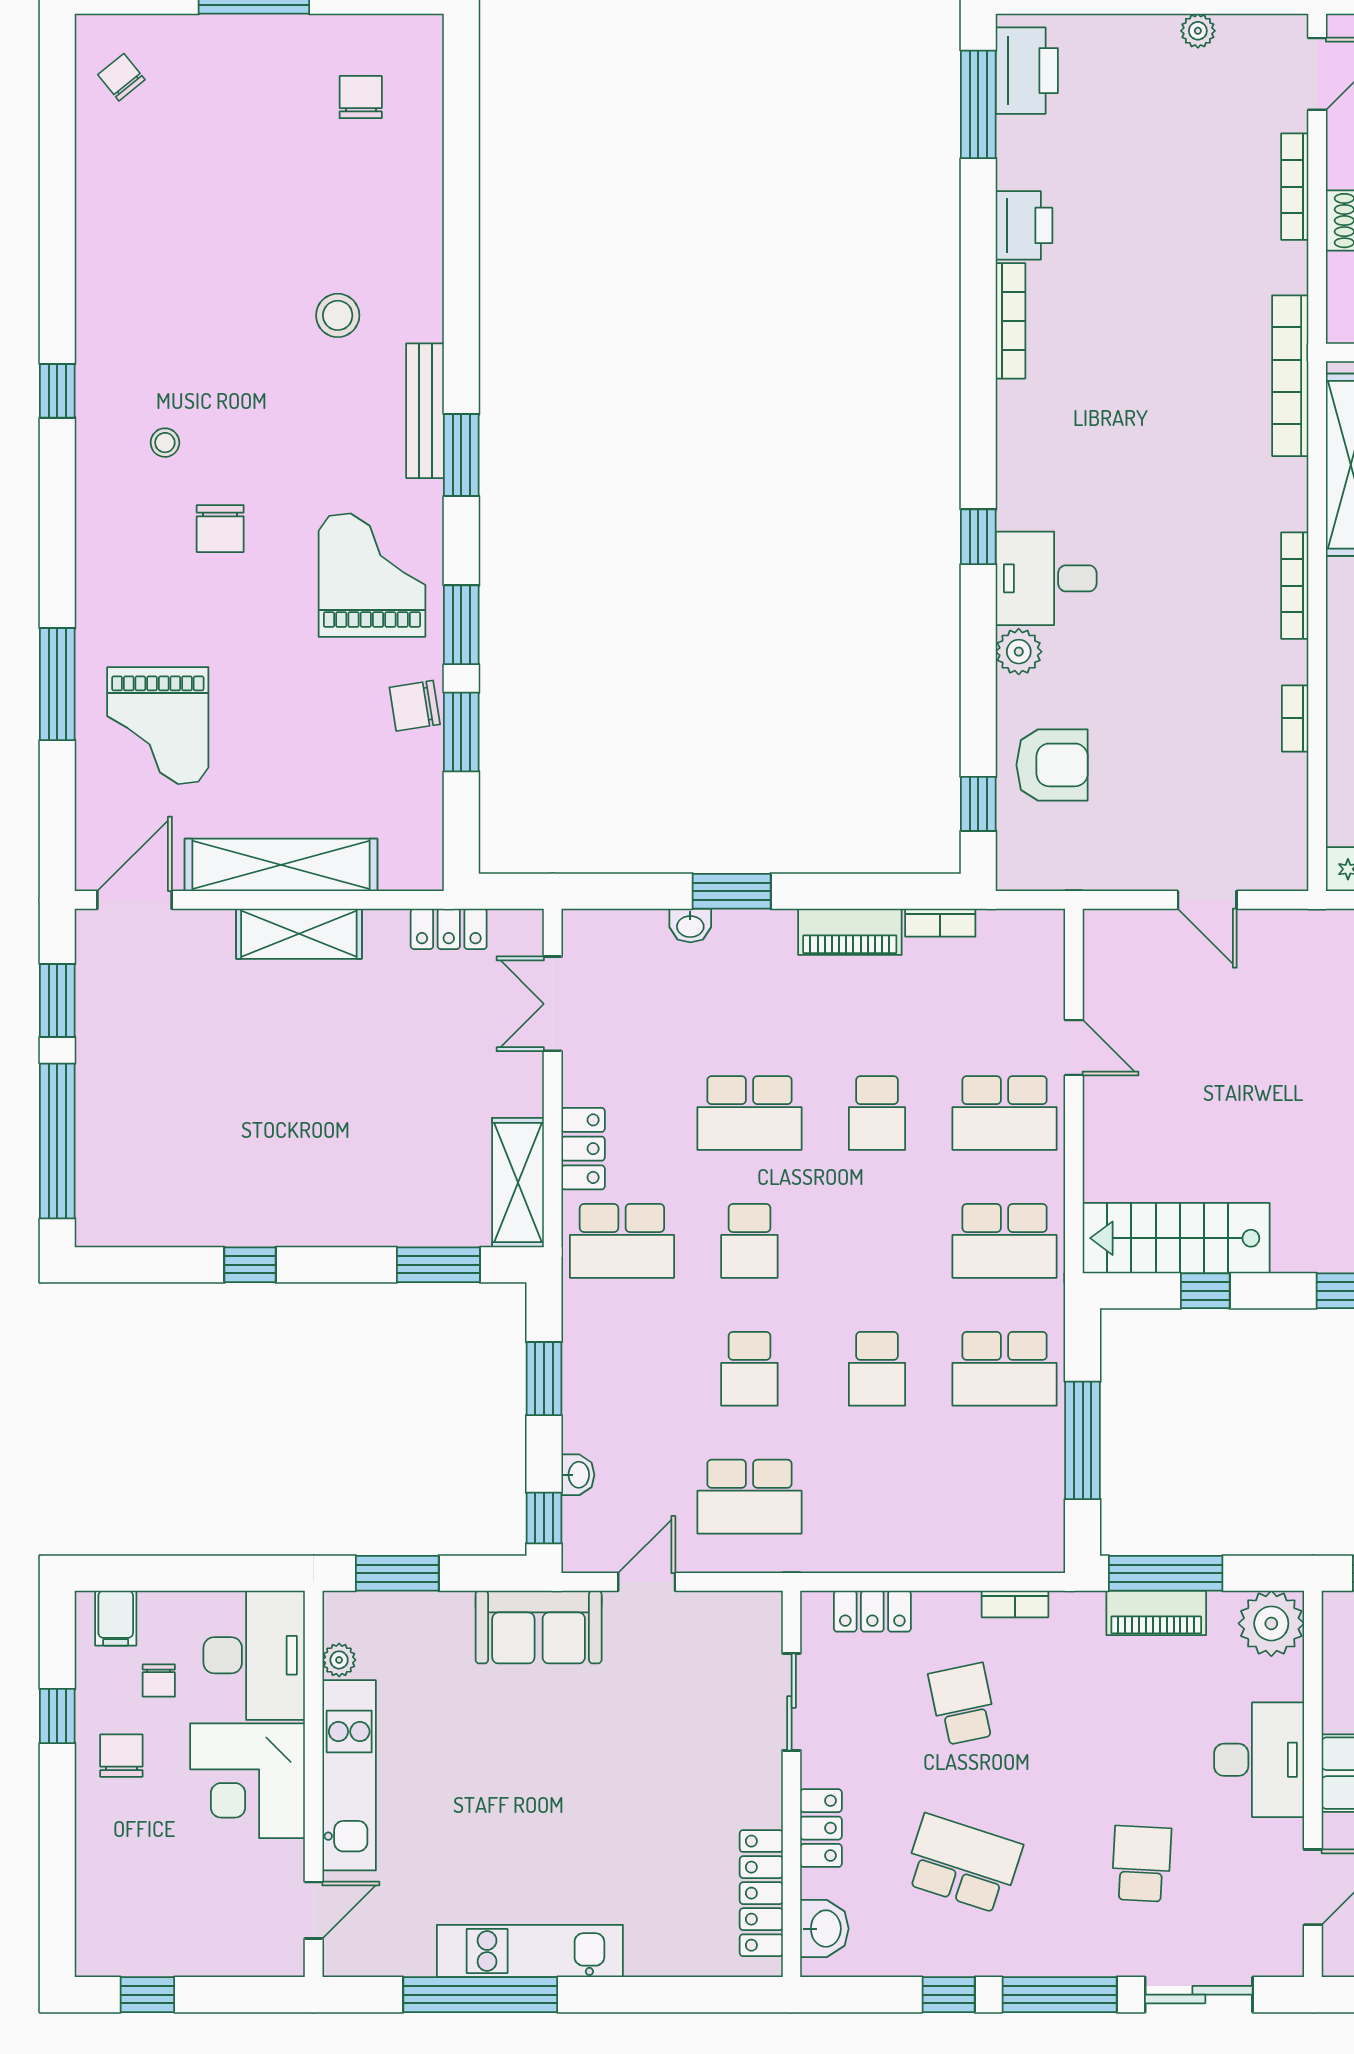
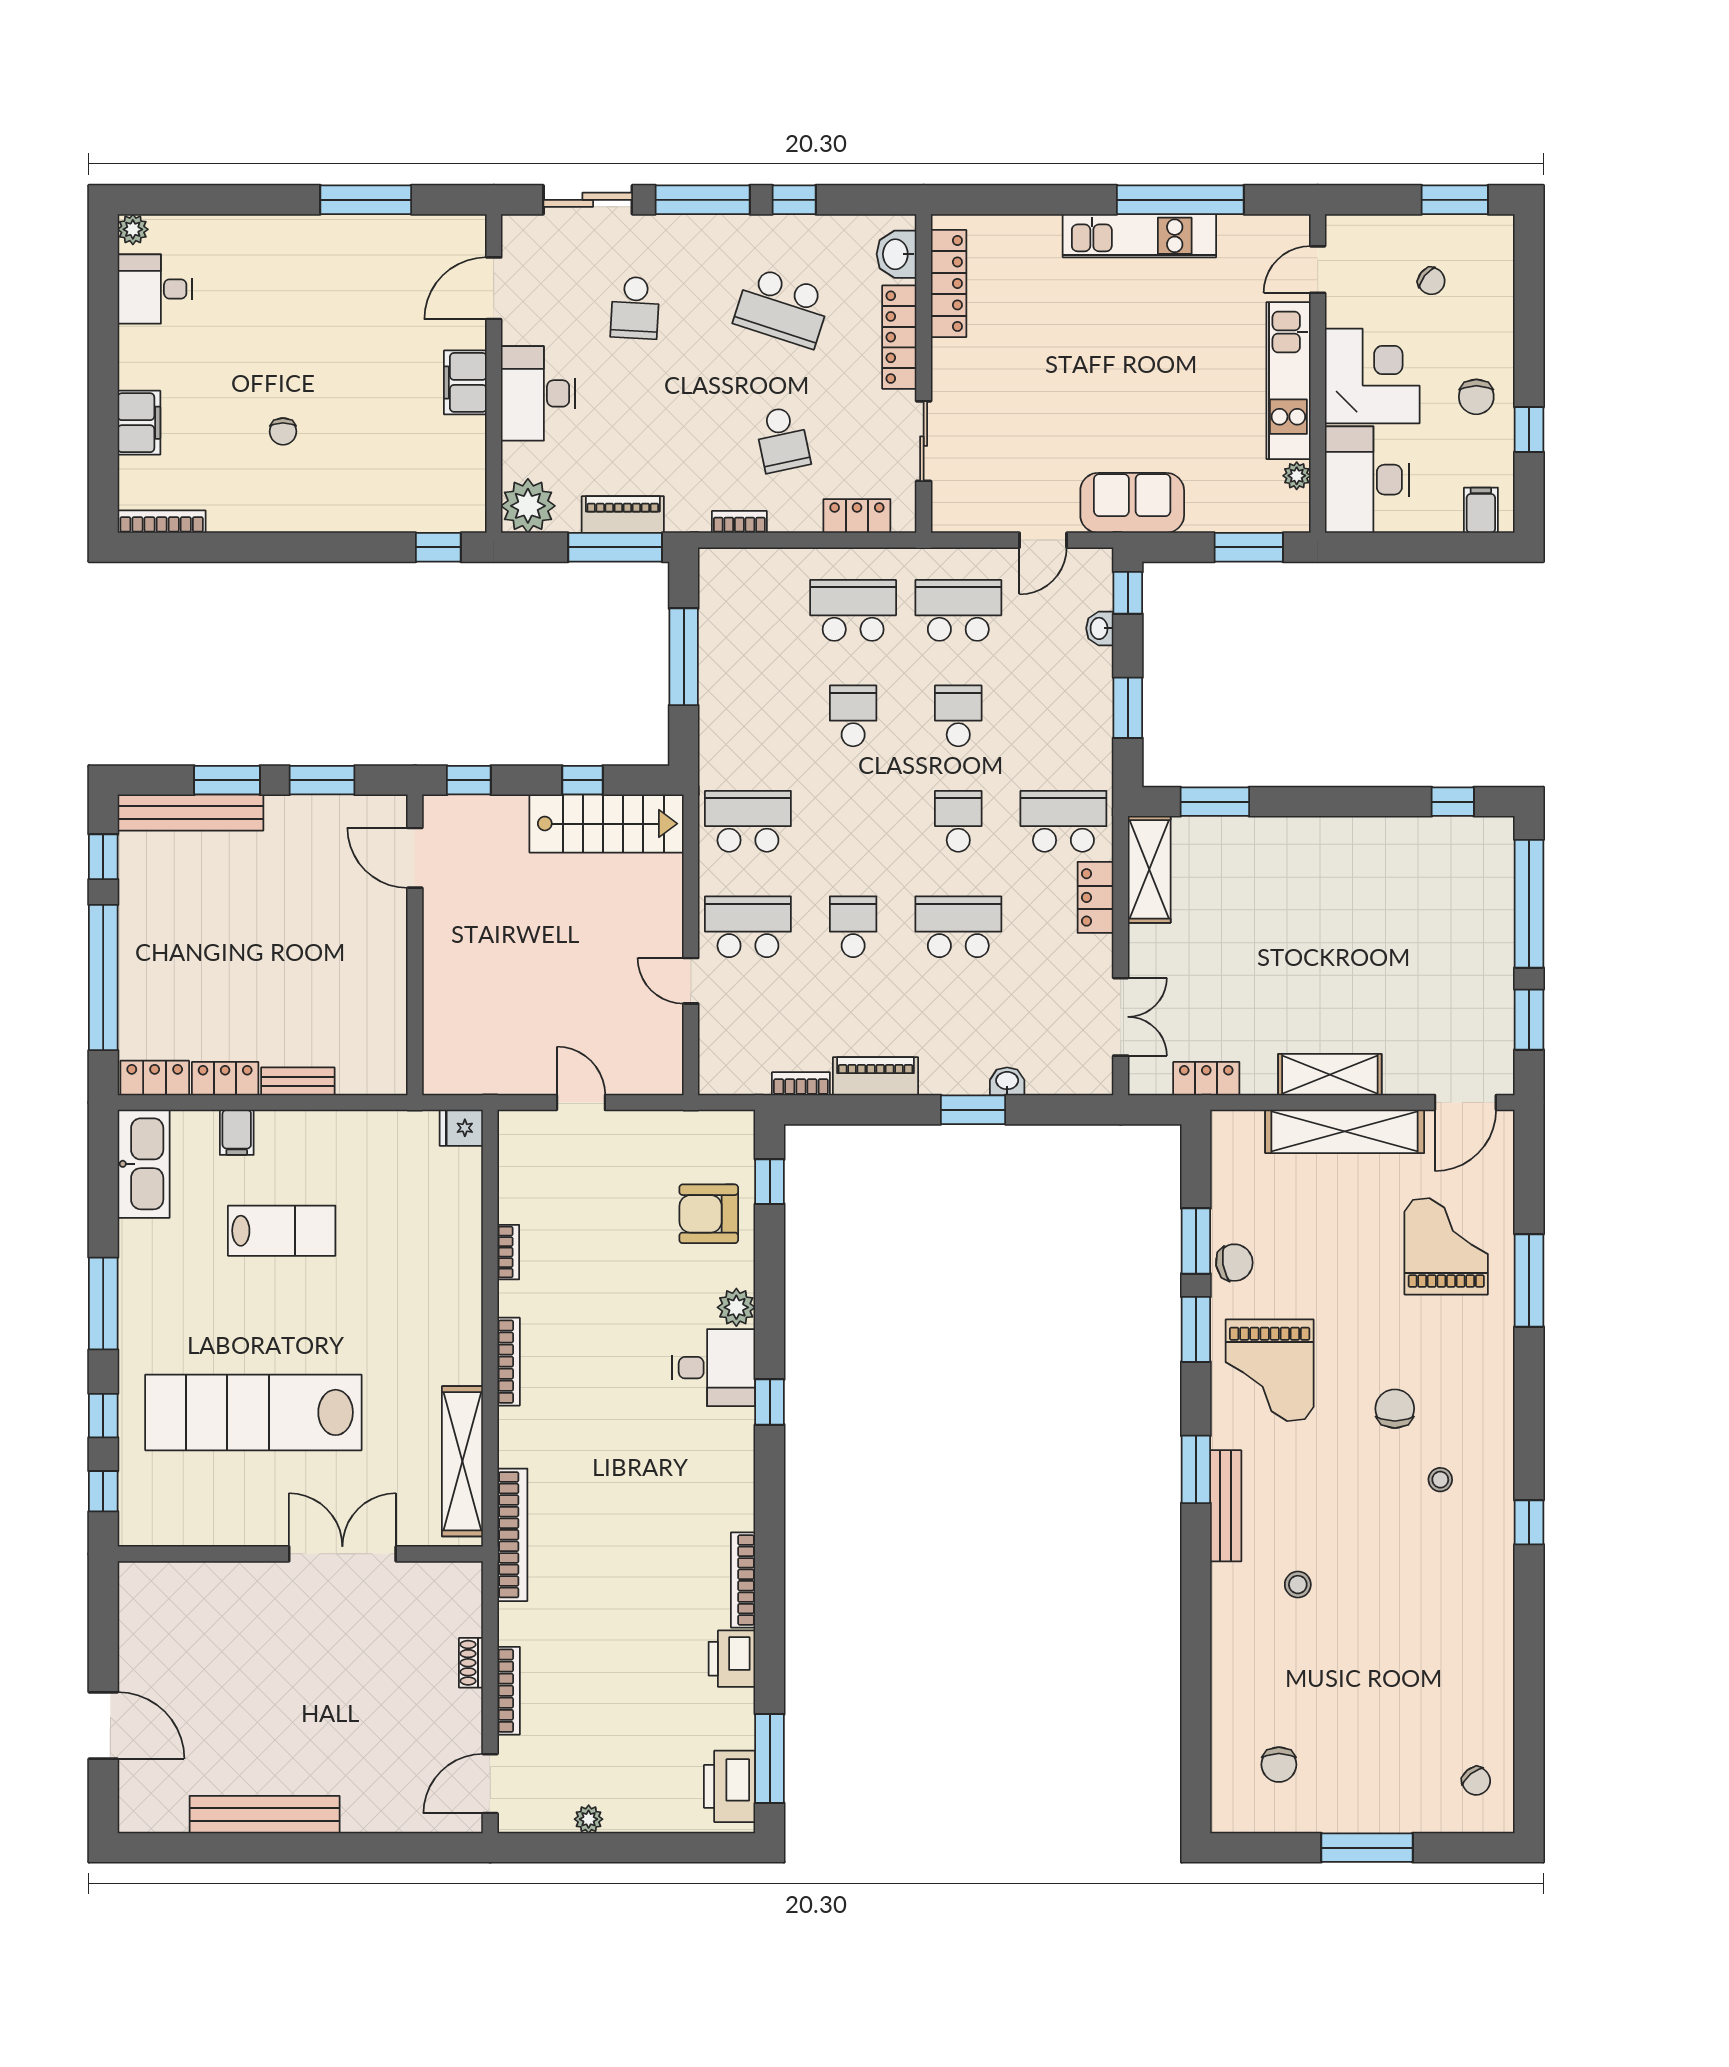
stool: (338, 315) -> (1298, 1585), width x0.73, depth x0.73
window: (250, 1265) -> (1453, 802), moved
school desk: (1005, 1369) -> (853, 610), moved
chair: (159, 1681) -> (1431, 281), moved, turned 128
locker: (821, 1828) -> (899, 337), width x1.53
window: (147, 1995) -> (1455, 200), width x1.50

